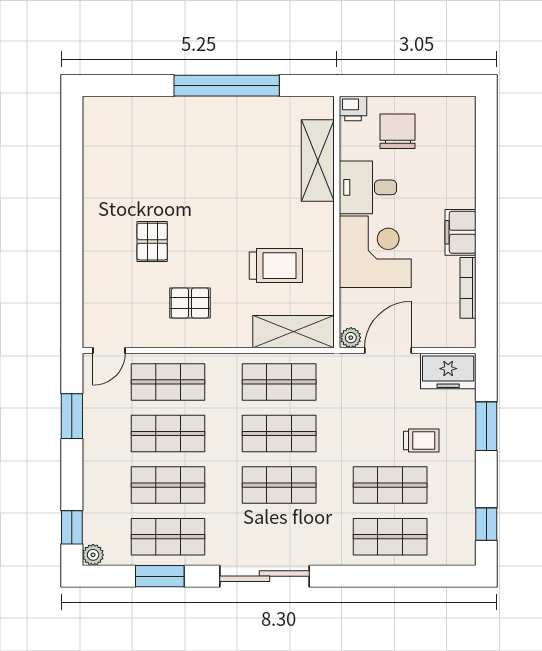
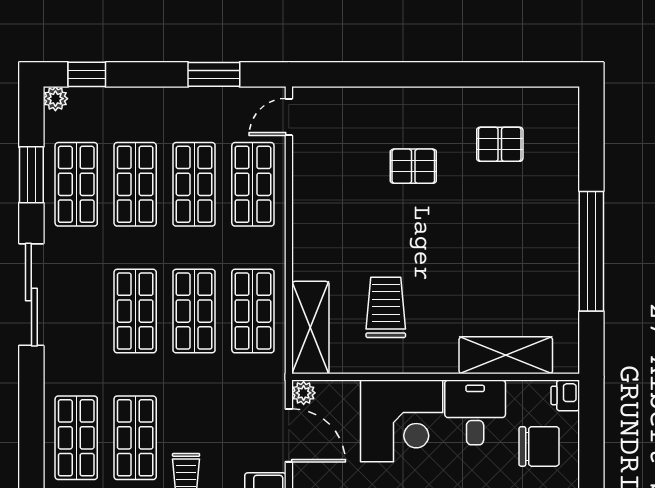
trolley: (276, 266) -> (386, 307), turned 180
pallet: (190, 303) -> (500, 144), moved, turned 90
door: (109, 350) -> (289, 117), hinge flipped

